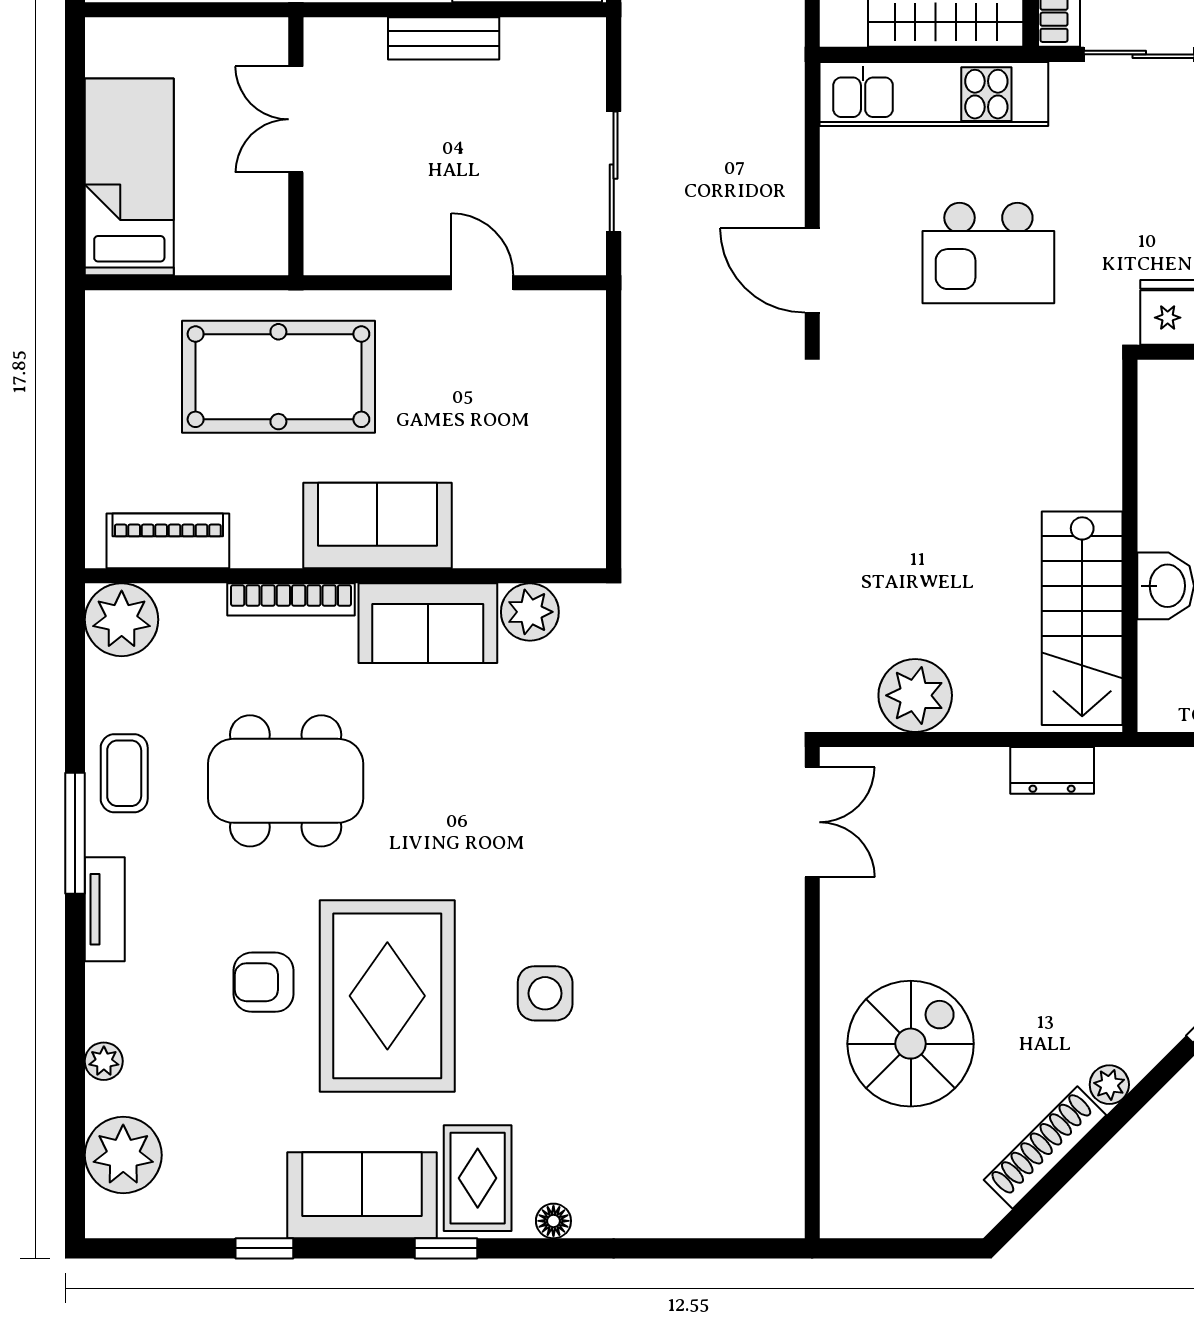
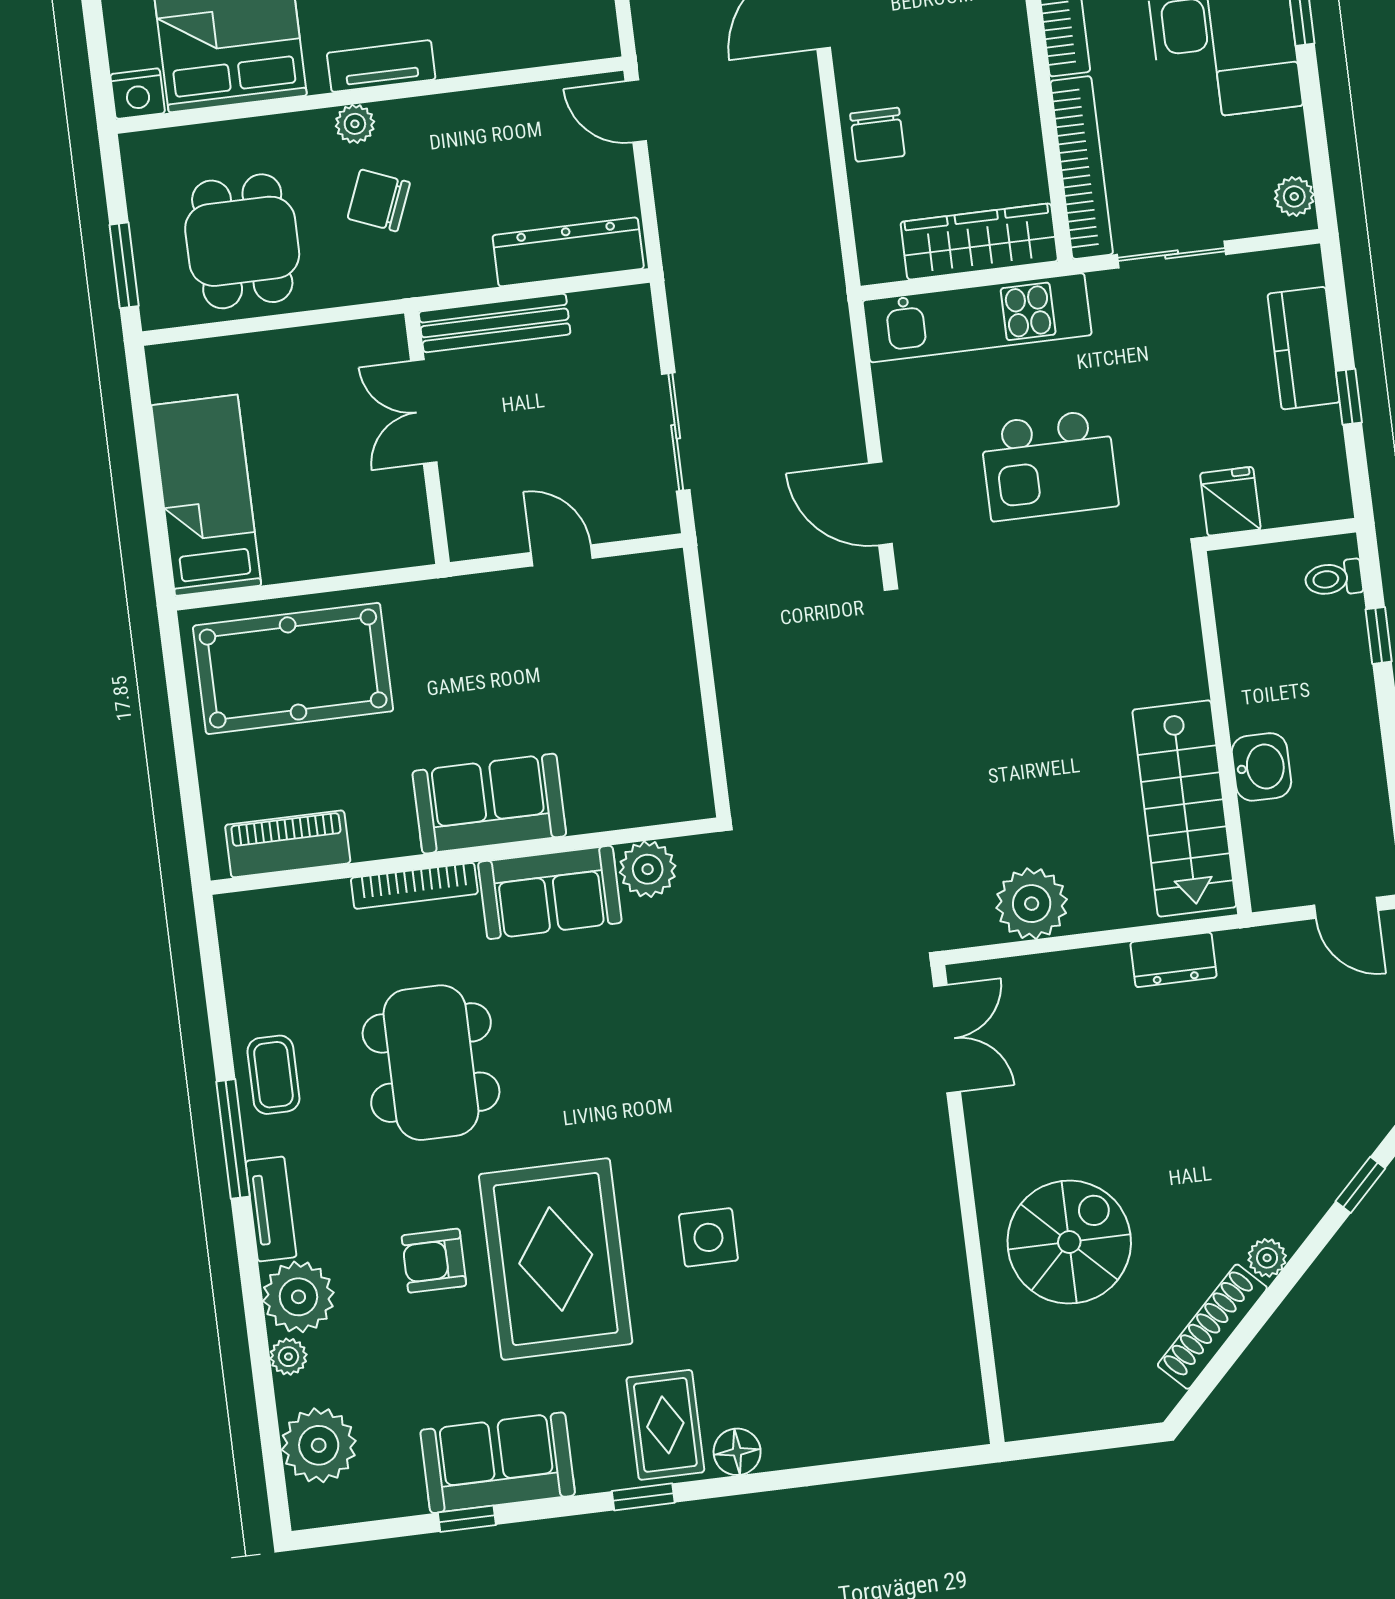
bench: (444, 38) -> (495, 323), width x1.36
double door: (296, 119) -> (424, 412), moved
wall: (296, 146) -> (427, 438), moved
pool table: (278, 377) -> (293, 668), moved
plant: (122, 620) -> (298, 1297), moved
dining table: (286, 781) -> (431, 1063), turned 90
sofa: (362, 1195) -> (498, 1463), moved
floor lamp: (553, 1221) -> (737, 1452), width x1.37, depth x1.37

